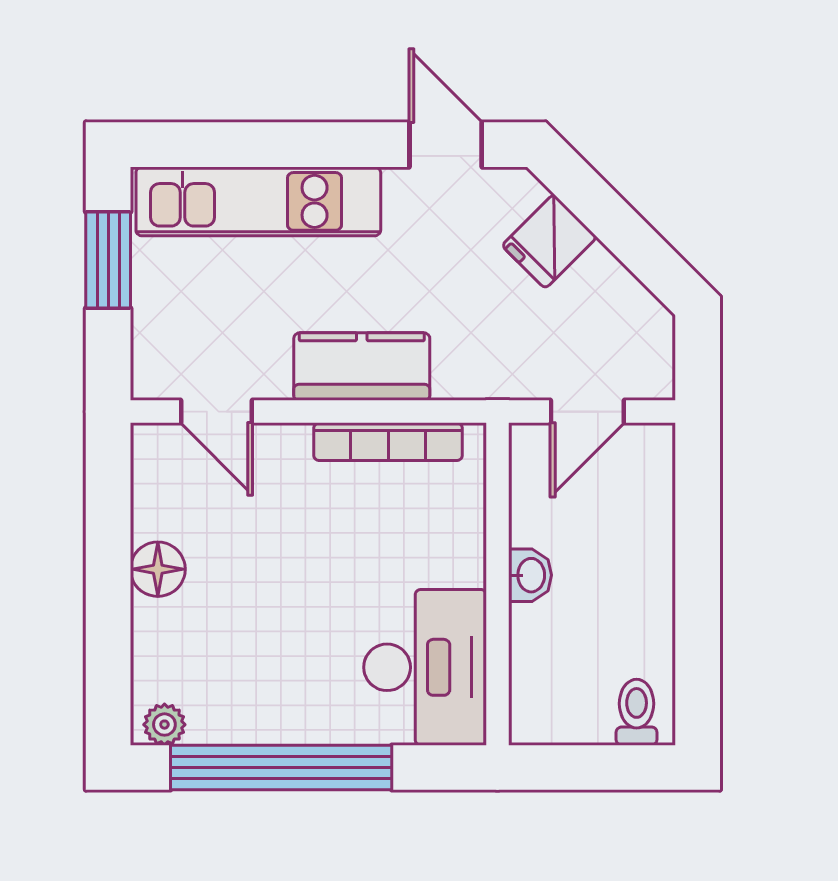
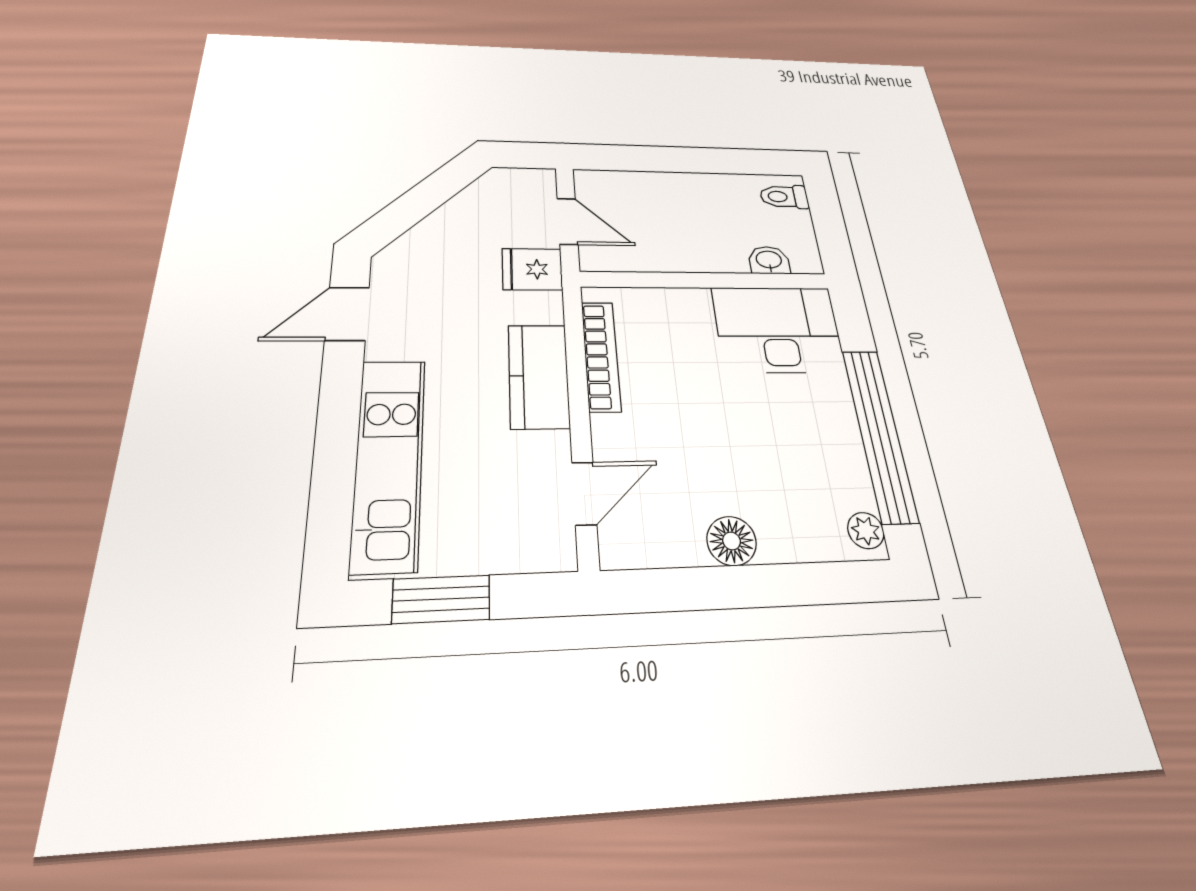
fridge: (549, 241) -> (532, 269), moved, turned 135
washbasin: (530, 575) -> (769, 260), moved

